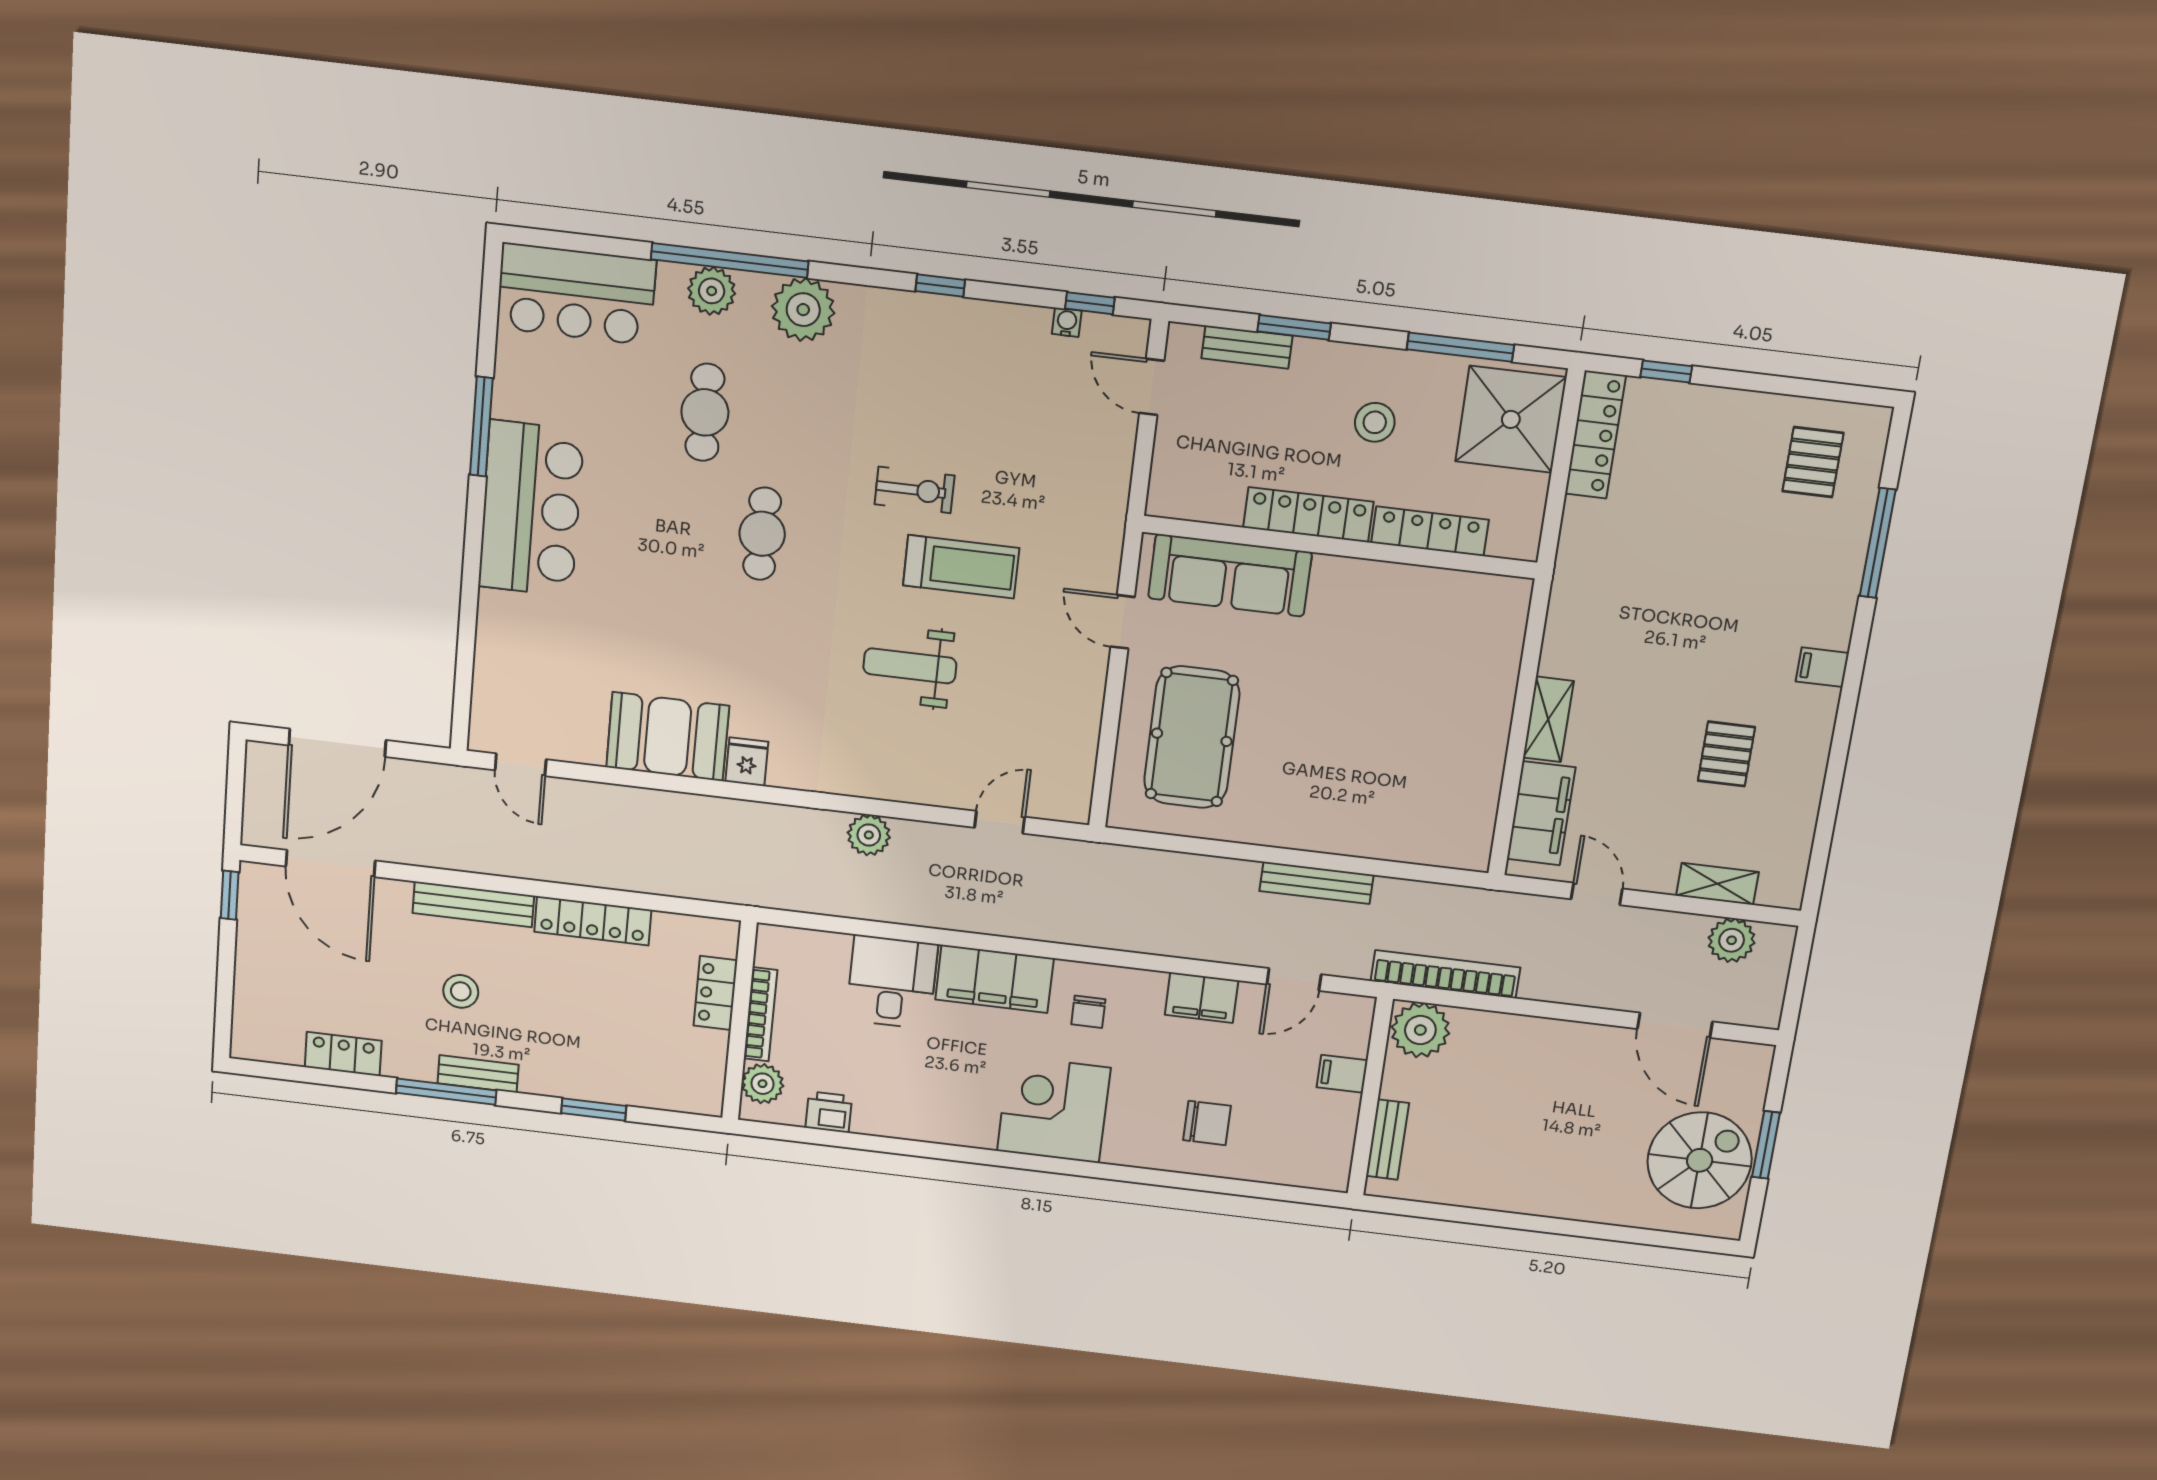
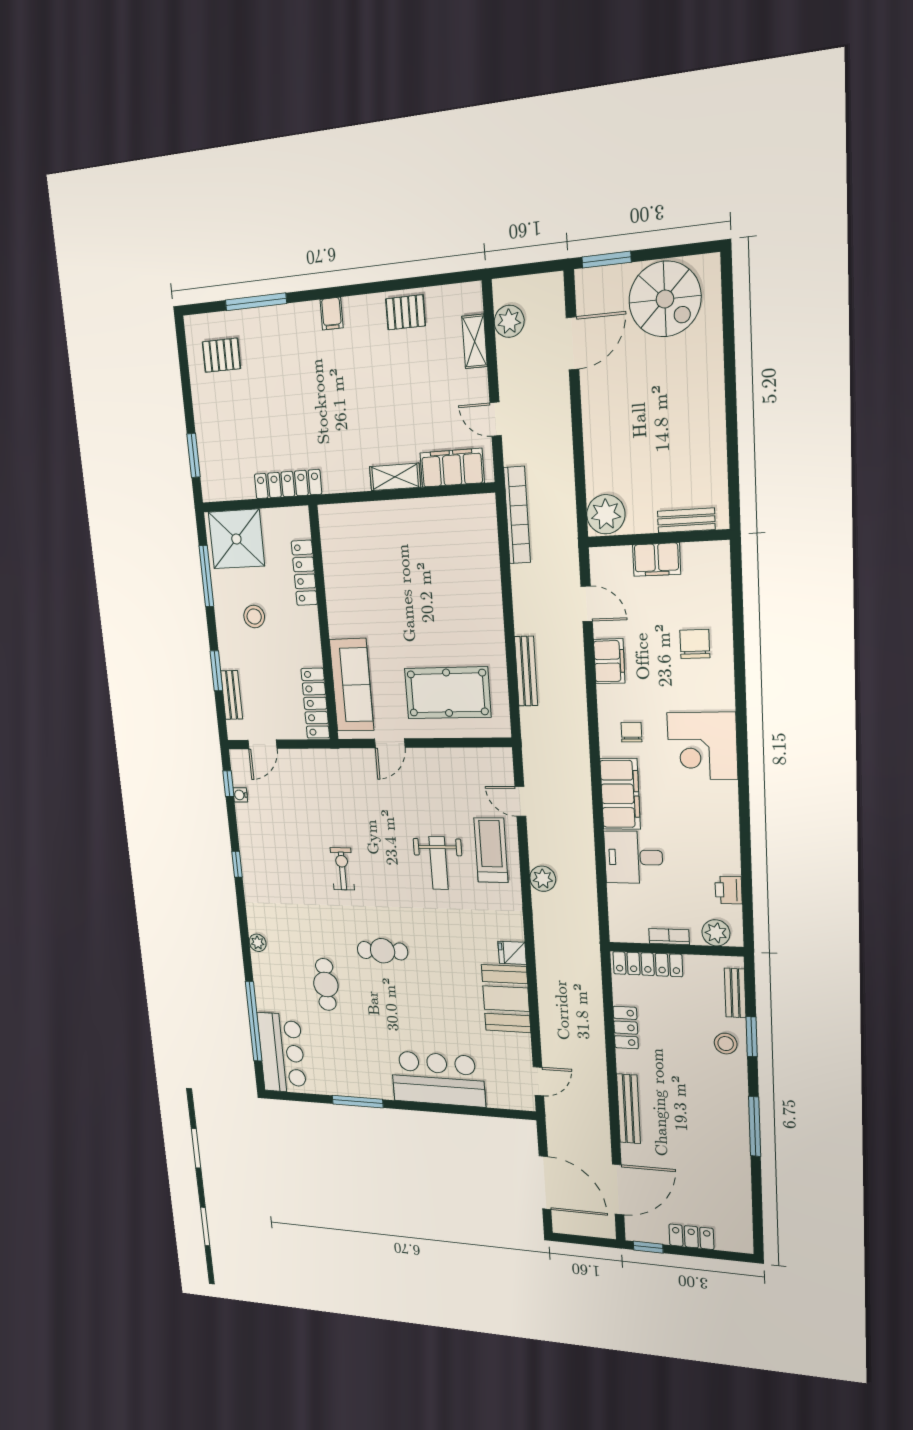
window: (730, 260) -> (254, 1021), moved
plant: (712, 291) -> (265, 983), removed
plant: (803, 310) -> (258, 943), width x0.53, depth x0.53
window: (1666, 372) -> (194, 455), width x1.50
cafe table: (705, 412) -> (326, 984), turned 90
locker: (1595, 435) -> (288, 484), moved
bar counter: (531, 509) -> (438, 1079), moved
locker: (1308, 515) -> (315, 703), moved
treadmill: (961, 567) -> (491, 850), moved
pallet: (1726, 754) -> (405, 312), moved
bench: (1316, 883) -> (526, 671), moved
door: (1597, 894) -> (496, 419), hinge flipped
locker: (593, 921) -> (626, 1028), width x0.66
bookcase: (1445, 974) -> (517, 515), moved, turned 180
stool: (461, 991) -> (726, 1044), moved
locker: (715, 993) -> (648, 964), width x1.53
chair: (1088, 1012) -> (631, 732), turned -90
bookcase: (760, 1014) -> (669, 937), width x0.64
locker: (343, 1054) -> (691, 1237), moved, turned 90
bench: (478, 1074) -> (735, 993), moved
filing cabinet: (1342, 1074) -> (657, 560), width x2.00
window: (1766, 1145) -> (607, 260), moved
spiral stairs: (1700, 1160) -> (665, 299), turned 180

